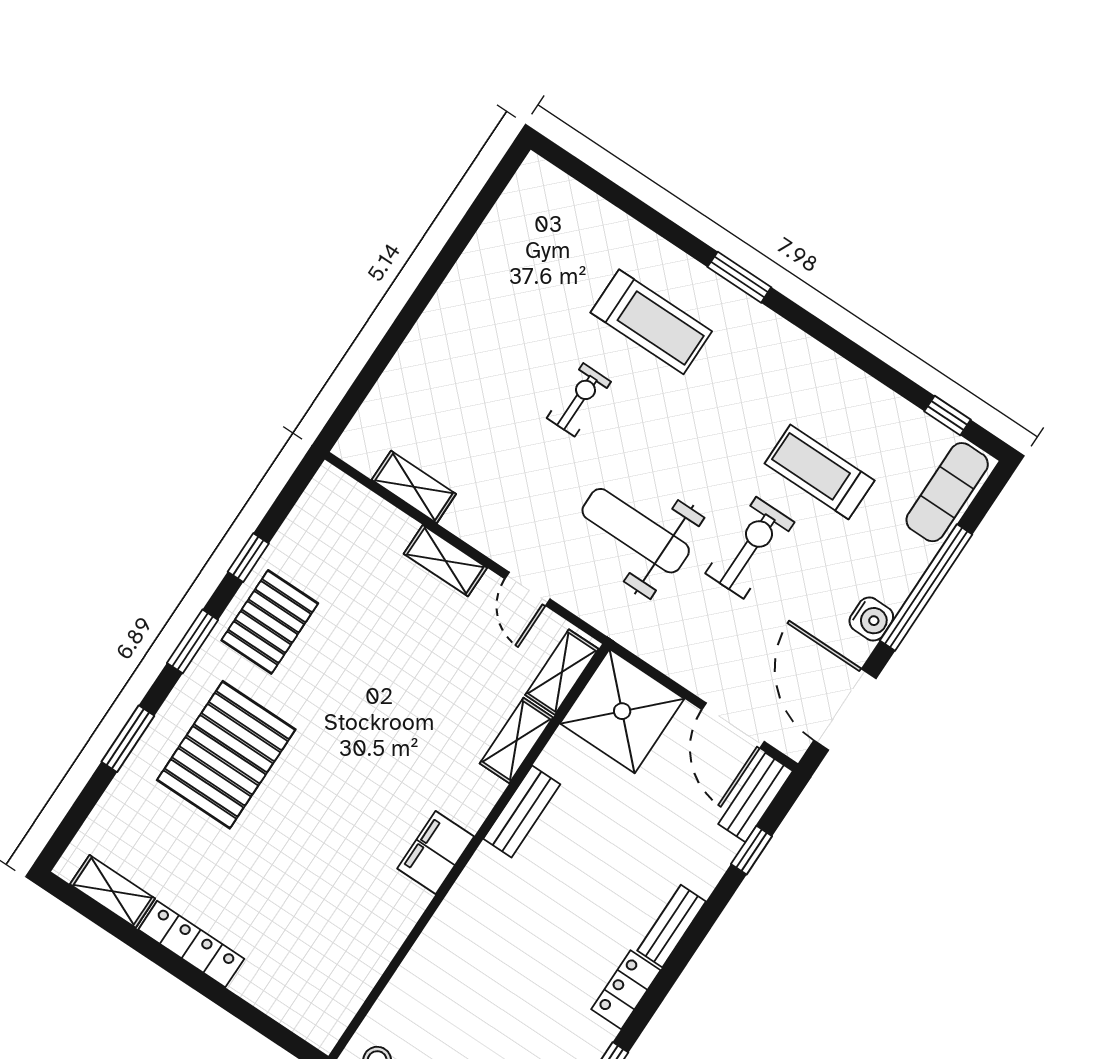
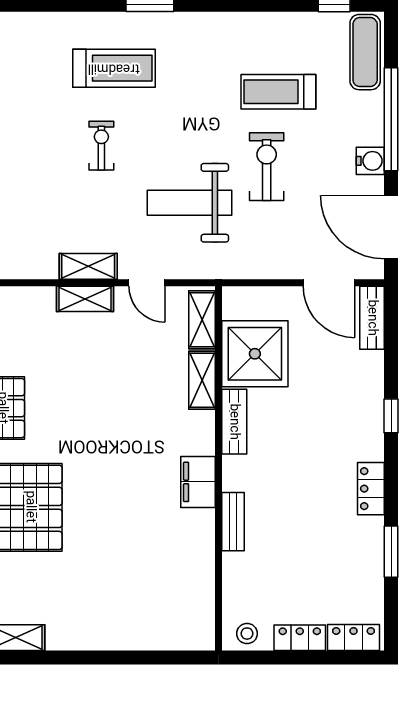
shelving: (414, 487) -> (88, 266), moved
shower: (622, 711) -> (255, 354), moved
window: (752, 850) -> (391, 416), moved
bench: (672, 926) -> (233, 522), moved
locker: (191, 944) -> (85, 638), removed

